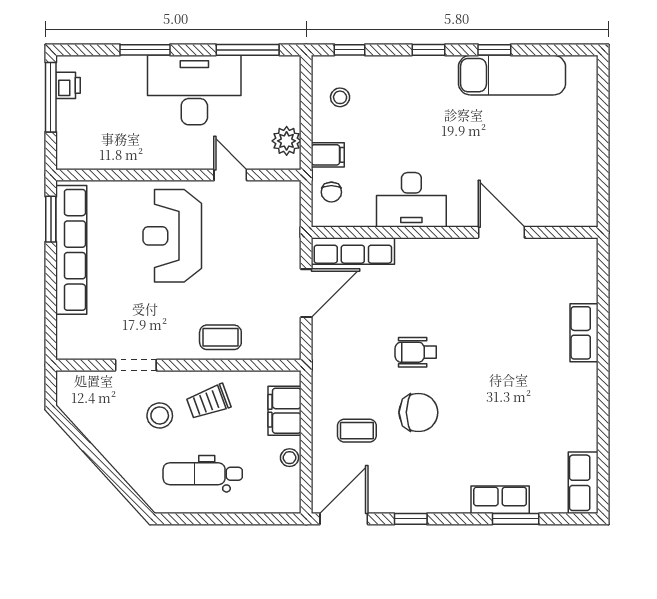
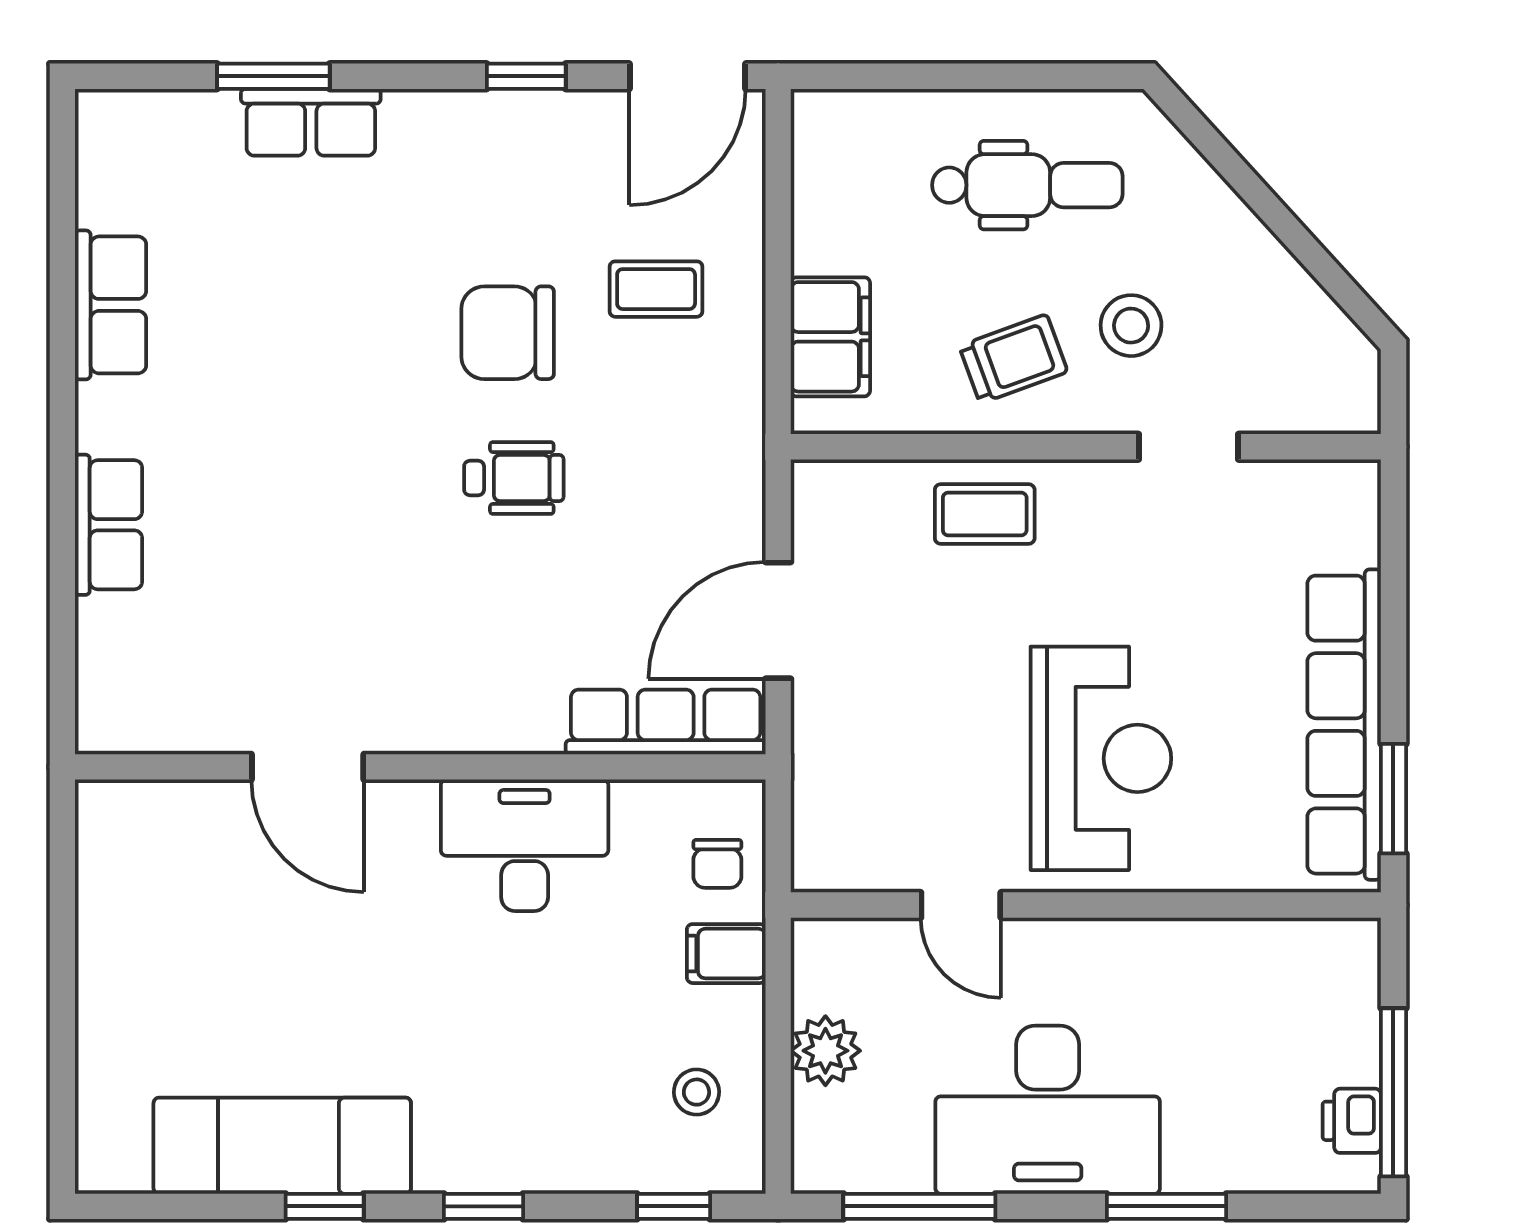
plant: (287, 141) -> (825, 1051), moved
chair: (331, 192) -> (717, 864), turned 180
stool: (290, 458) -> (818, 224), removed
row of seats: (583, 483) -> (111, 305), moved

